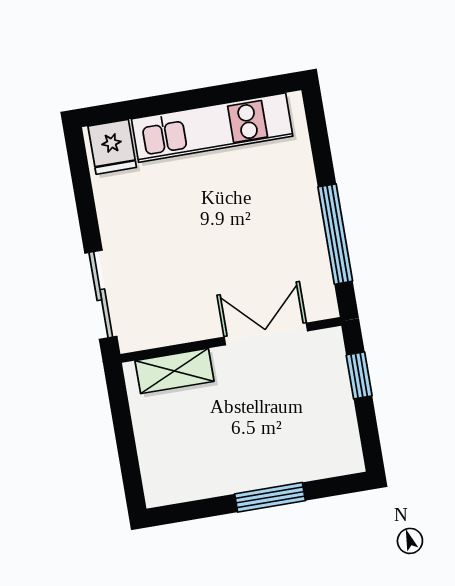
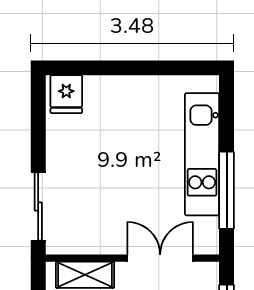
kitchen unit: (212, 128) -> (202, 154), moved, turned 90

